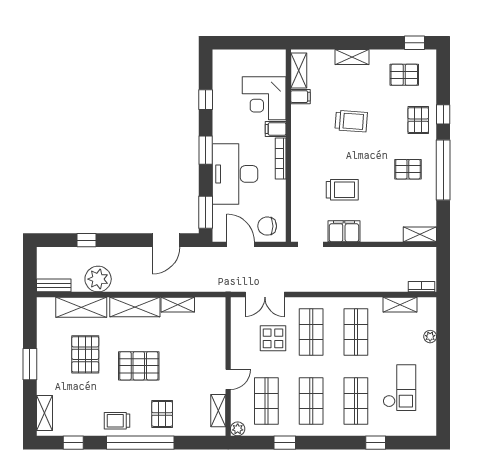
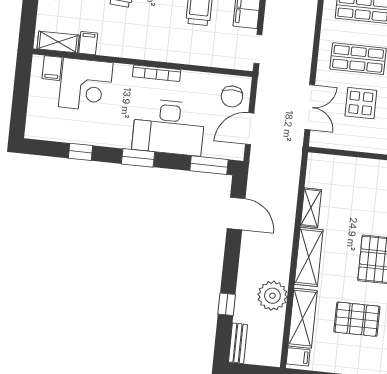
filing cabinet: (276, 129) -> (52, 68), moved
bench: (54, 285) -> (238, 343), moved
filing cabinet: (47, 307) -> (298, 357), added

